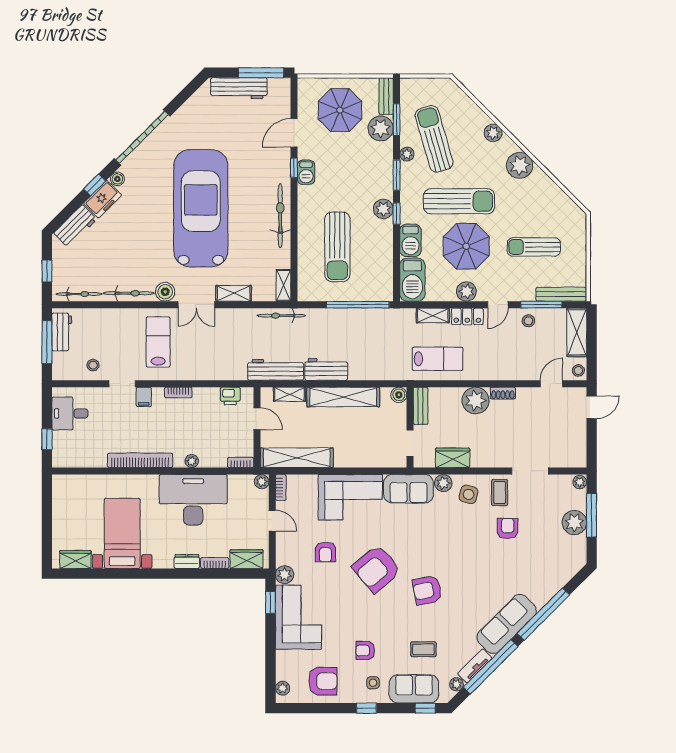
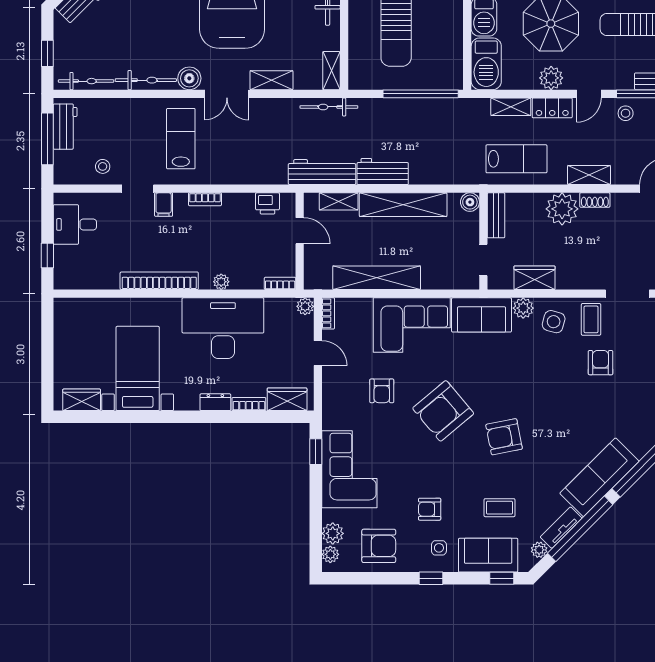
shelving: (498, 372) -> (589, 175), added
shelving: (297, 458) -> (377, 278), moved
plant: (285, 575) -> (333, 533), moved

